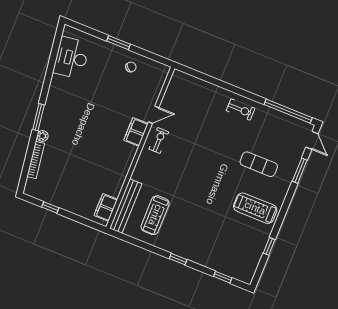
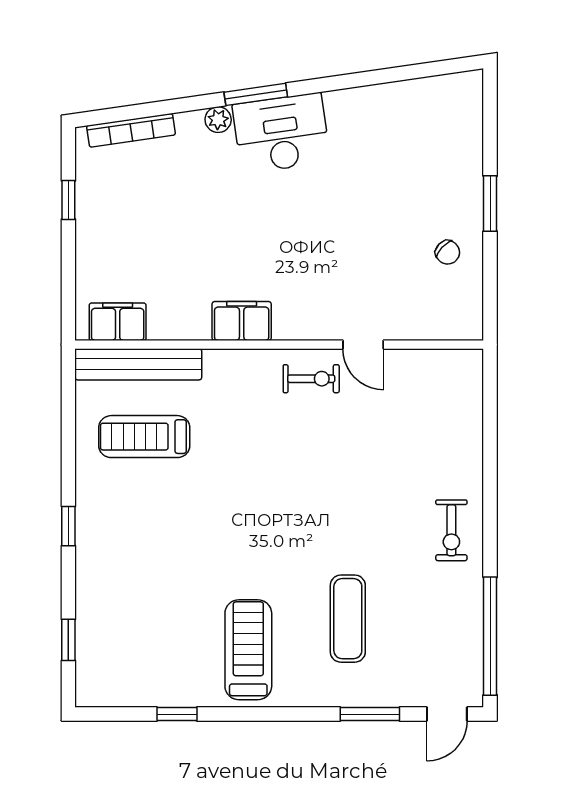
desk: (71, 58) -> (281, 133), moved
filing cabinet: (136, 132) -> (242, 321), moved
bookcase: (36, 160) -> (131, 130), moved

